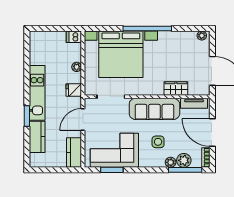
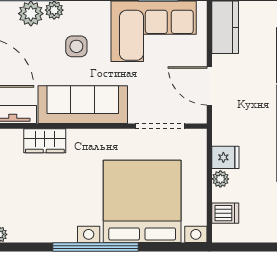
dishwasher: (74, 37) -> (225, 213), moved
fridge: (74, 90) -> (225, 157), moved
door: (83, 120) -> (209, 86), swing flipped

